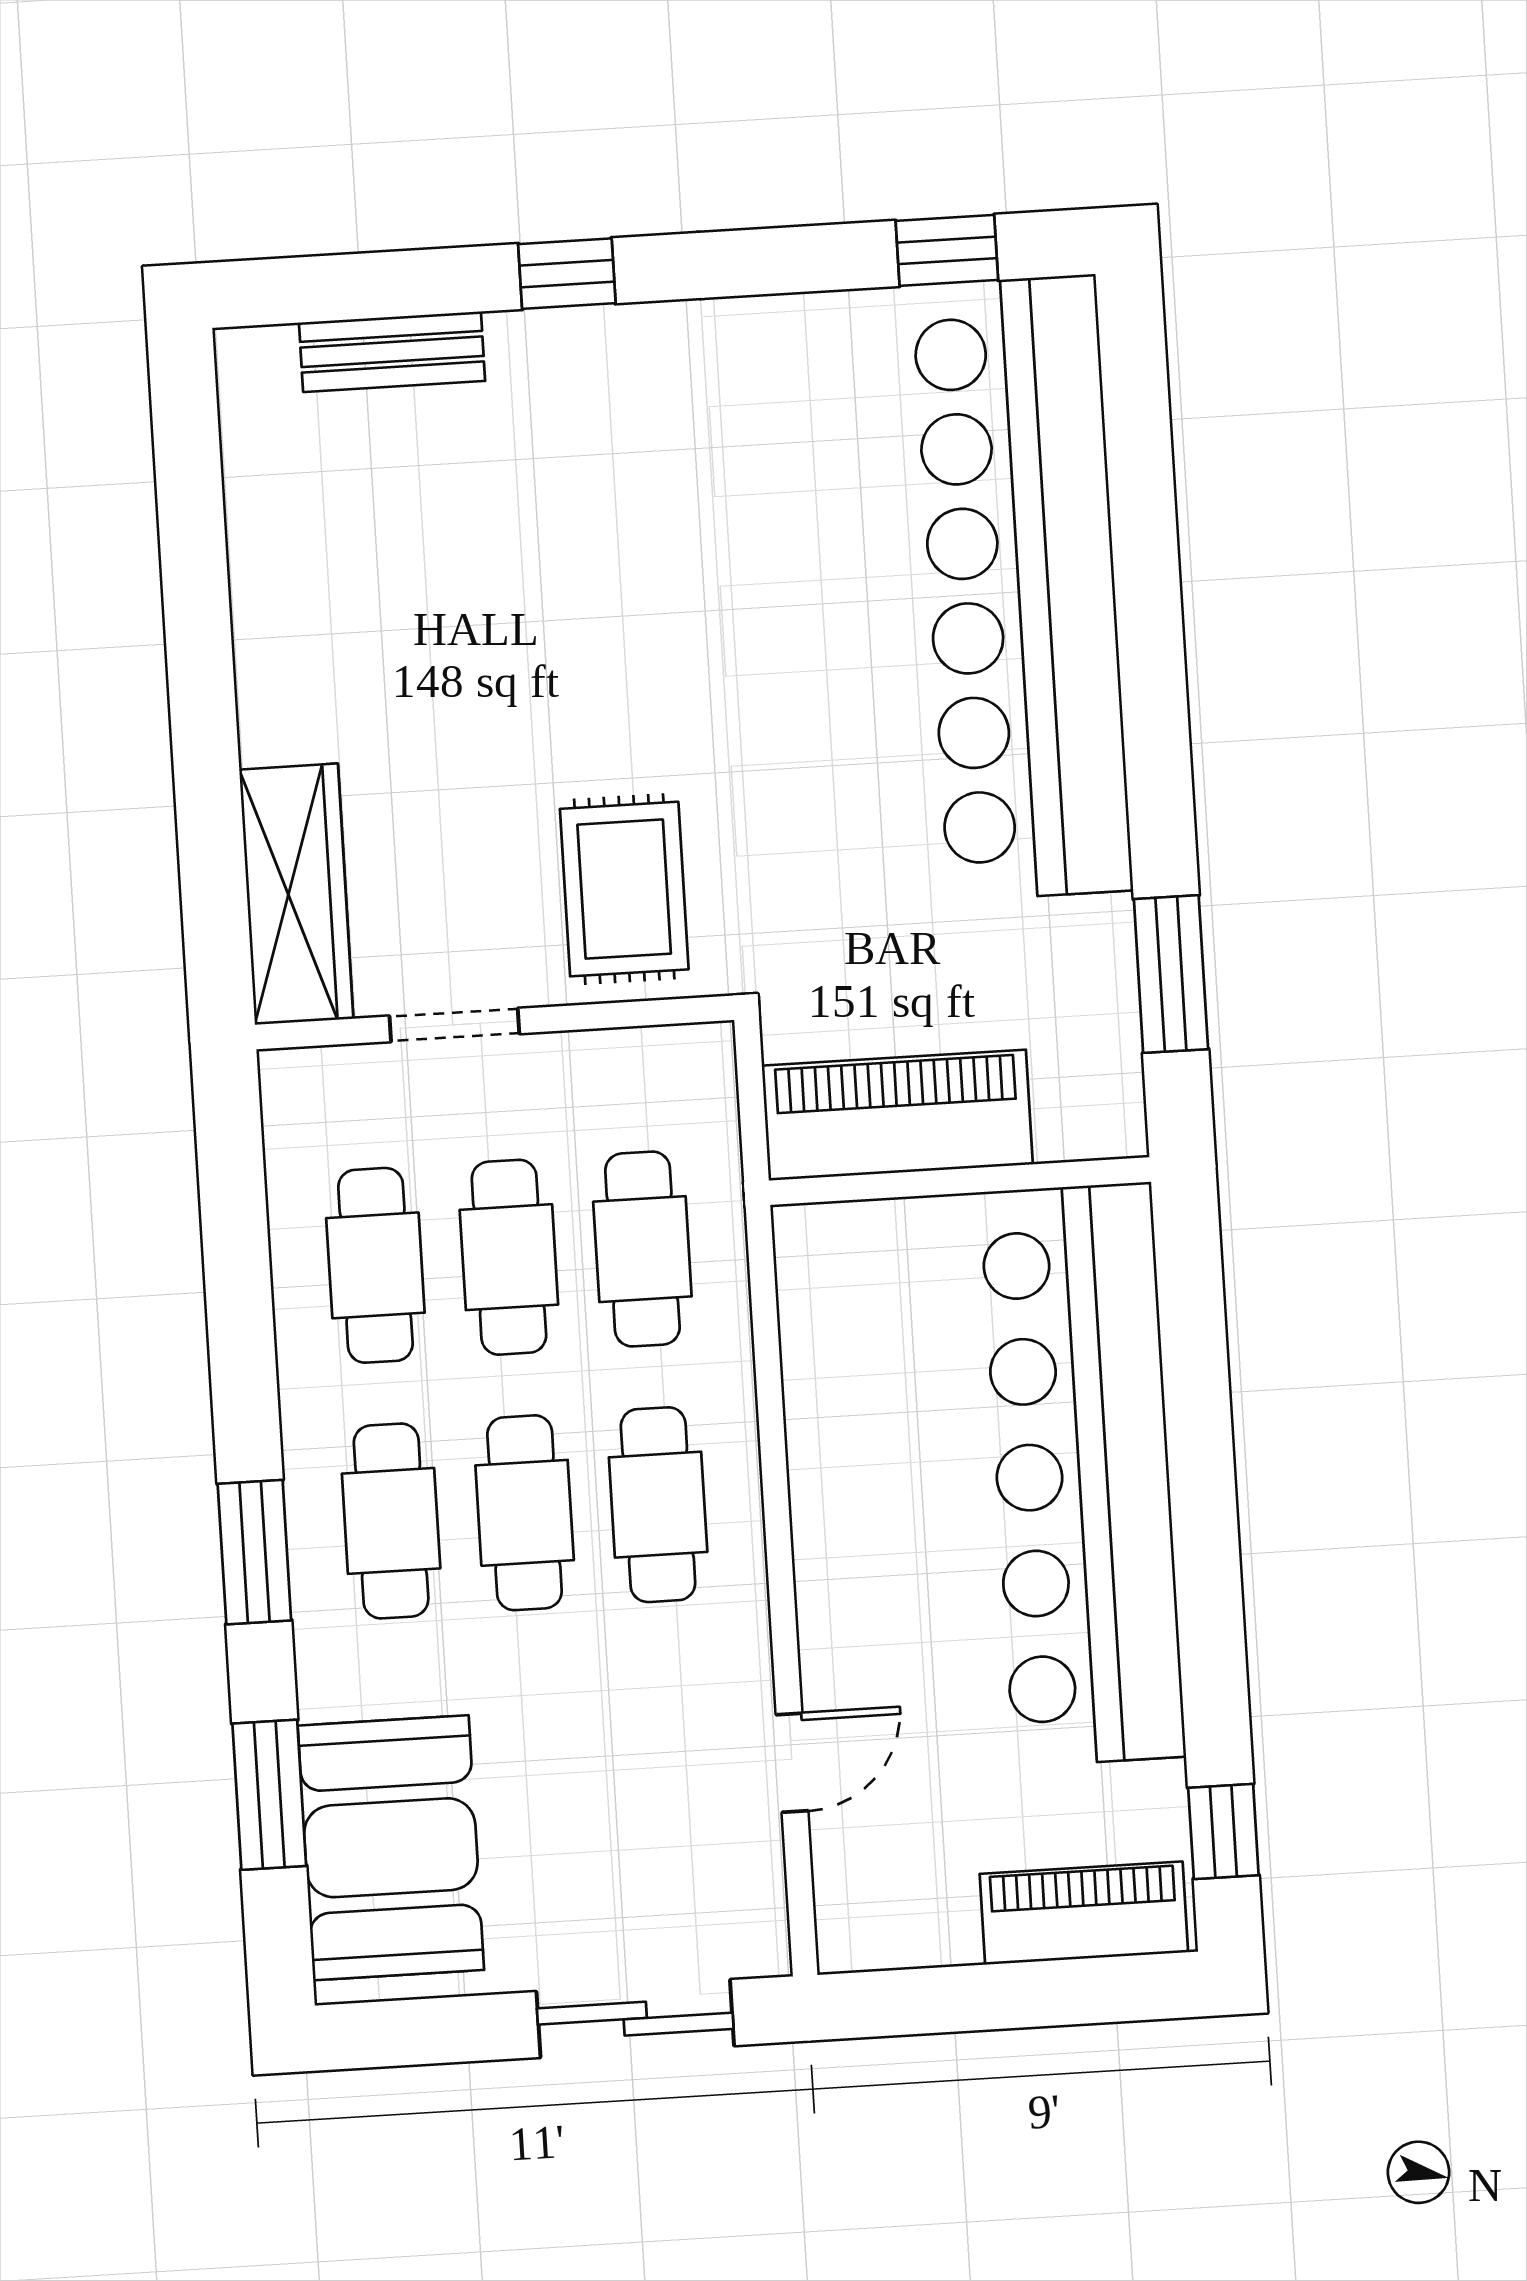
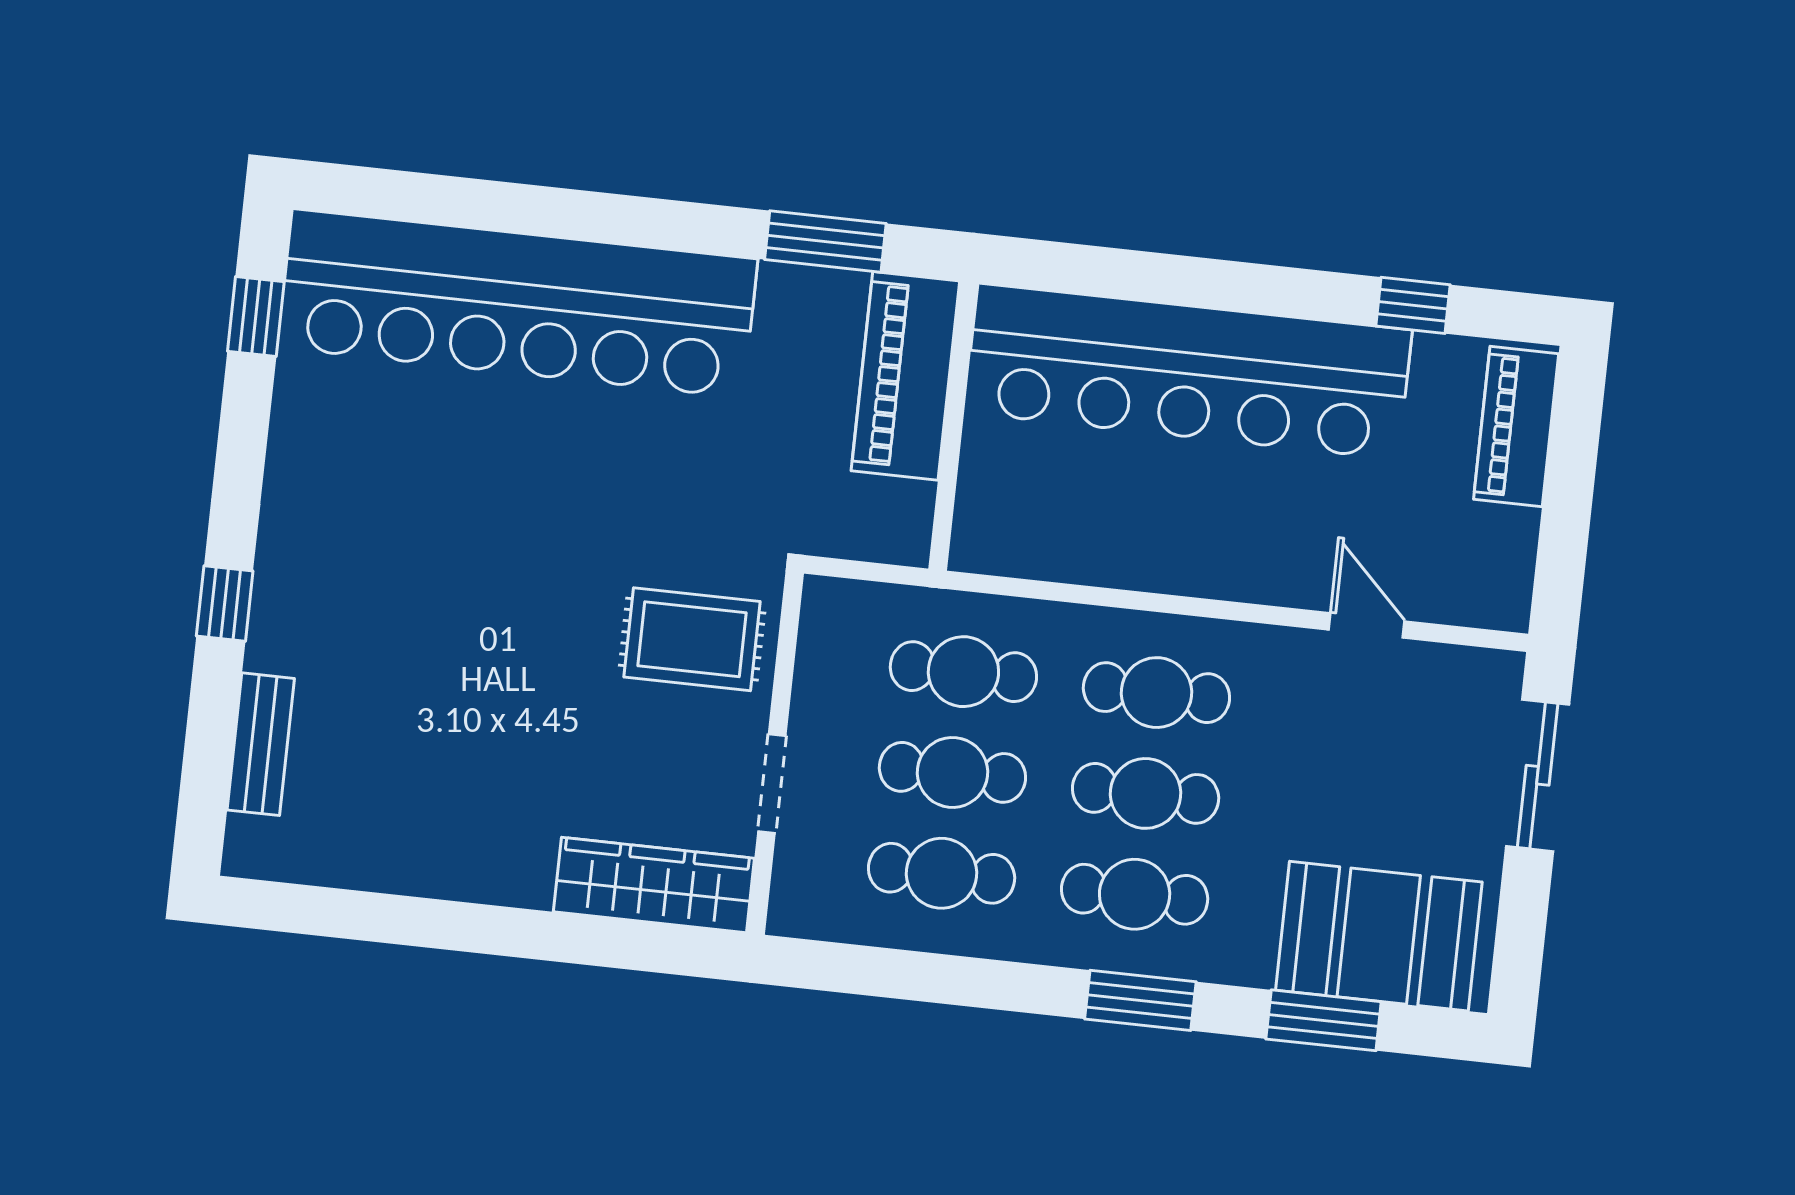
piano: (897, 1115) -> (905, 376), moved
window: (1223, 1831) -> (1413, 305), moved

